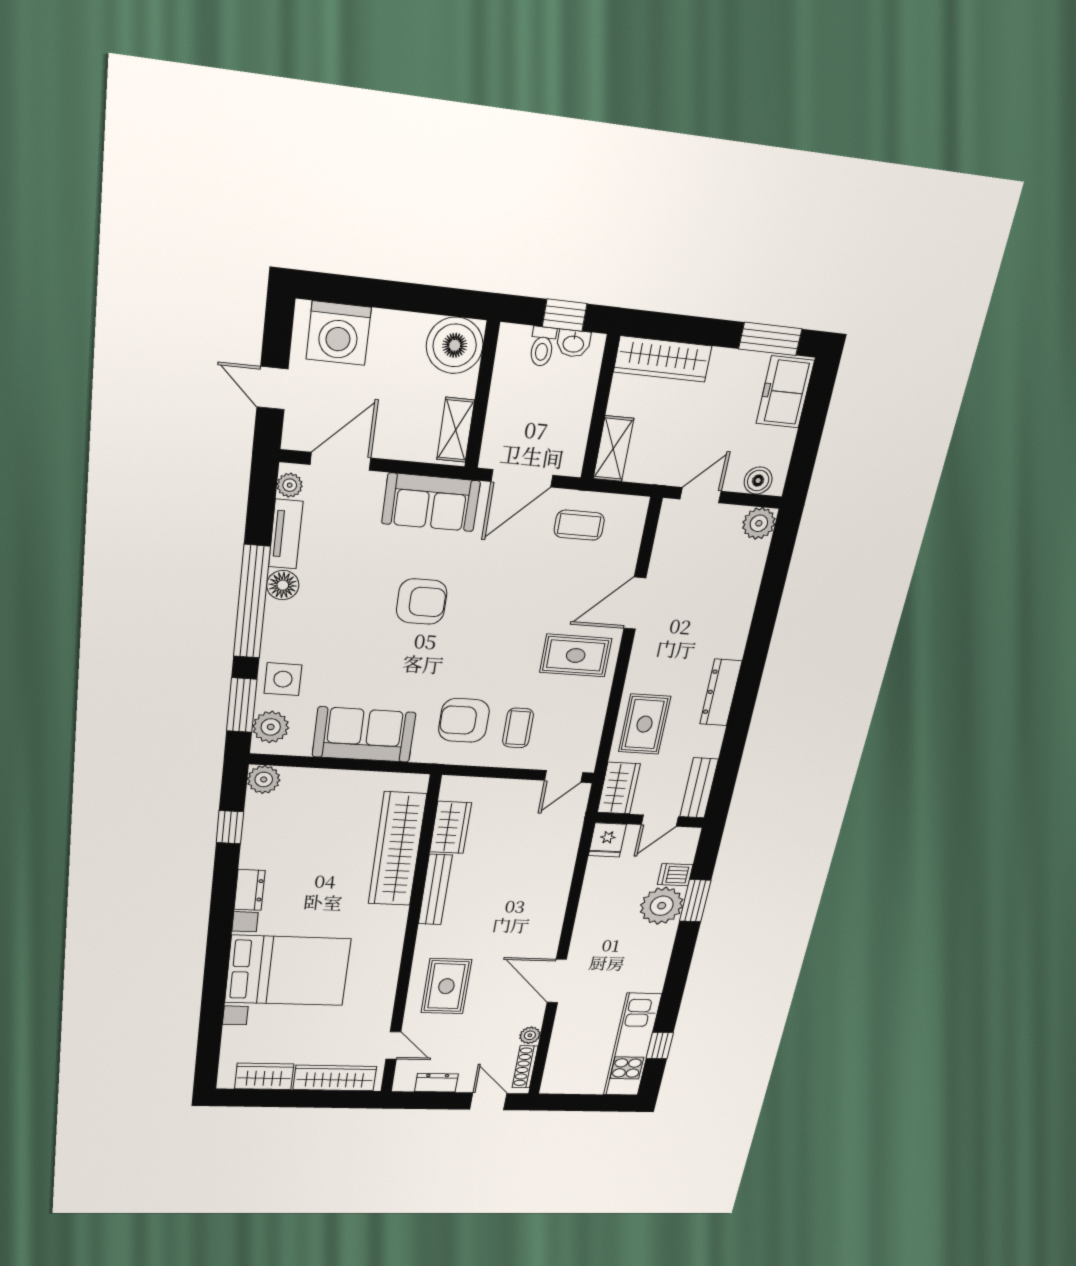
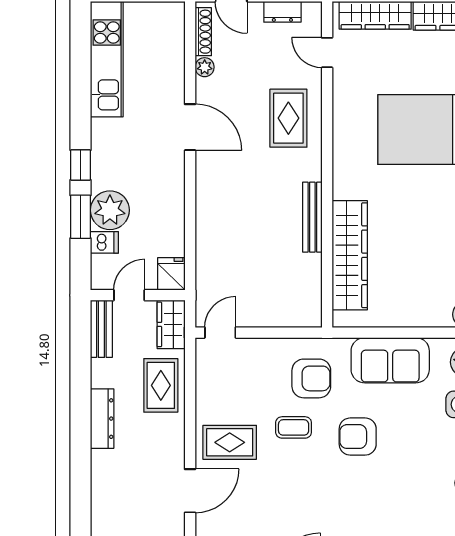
armchair: (422, 602) -> (358, 437), moved
coffee table: (518, 728) -> (294, 427), moved, turned 90
wardrobe: (451, 827) -> (308, 279), removed
window: (660, 1046) -> (81, 165), moved

